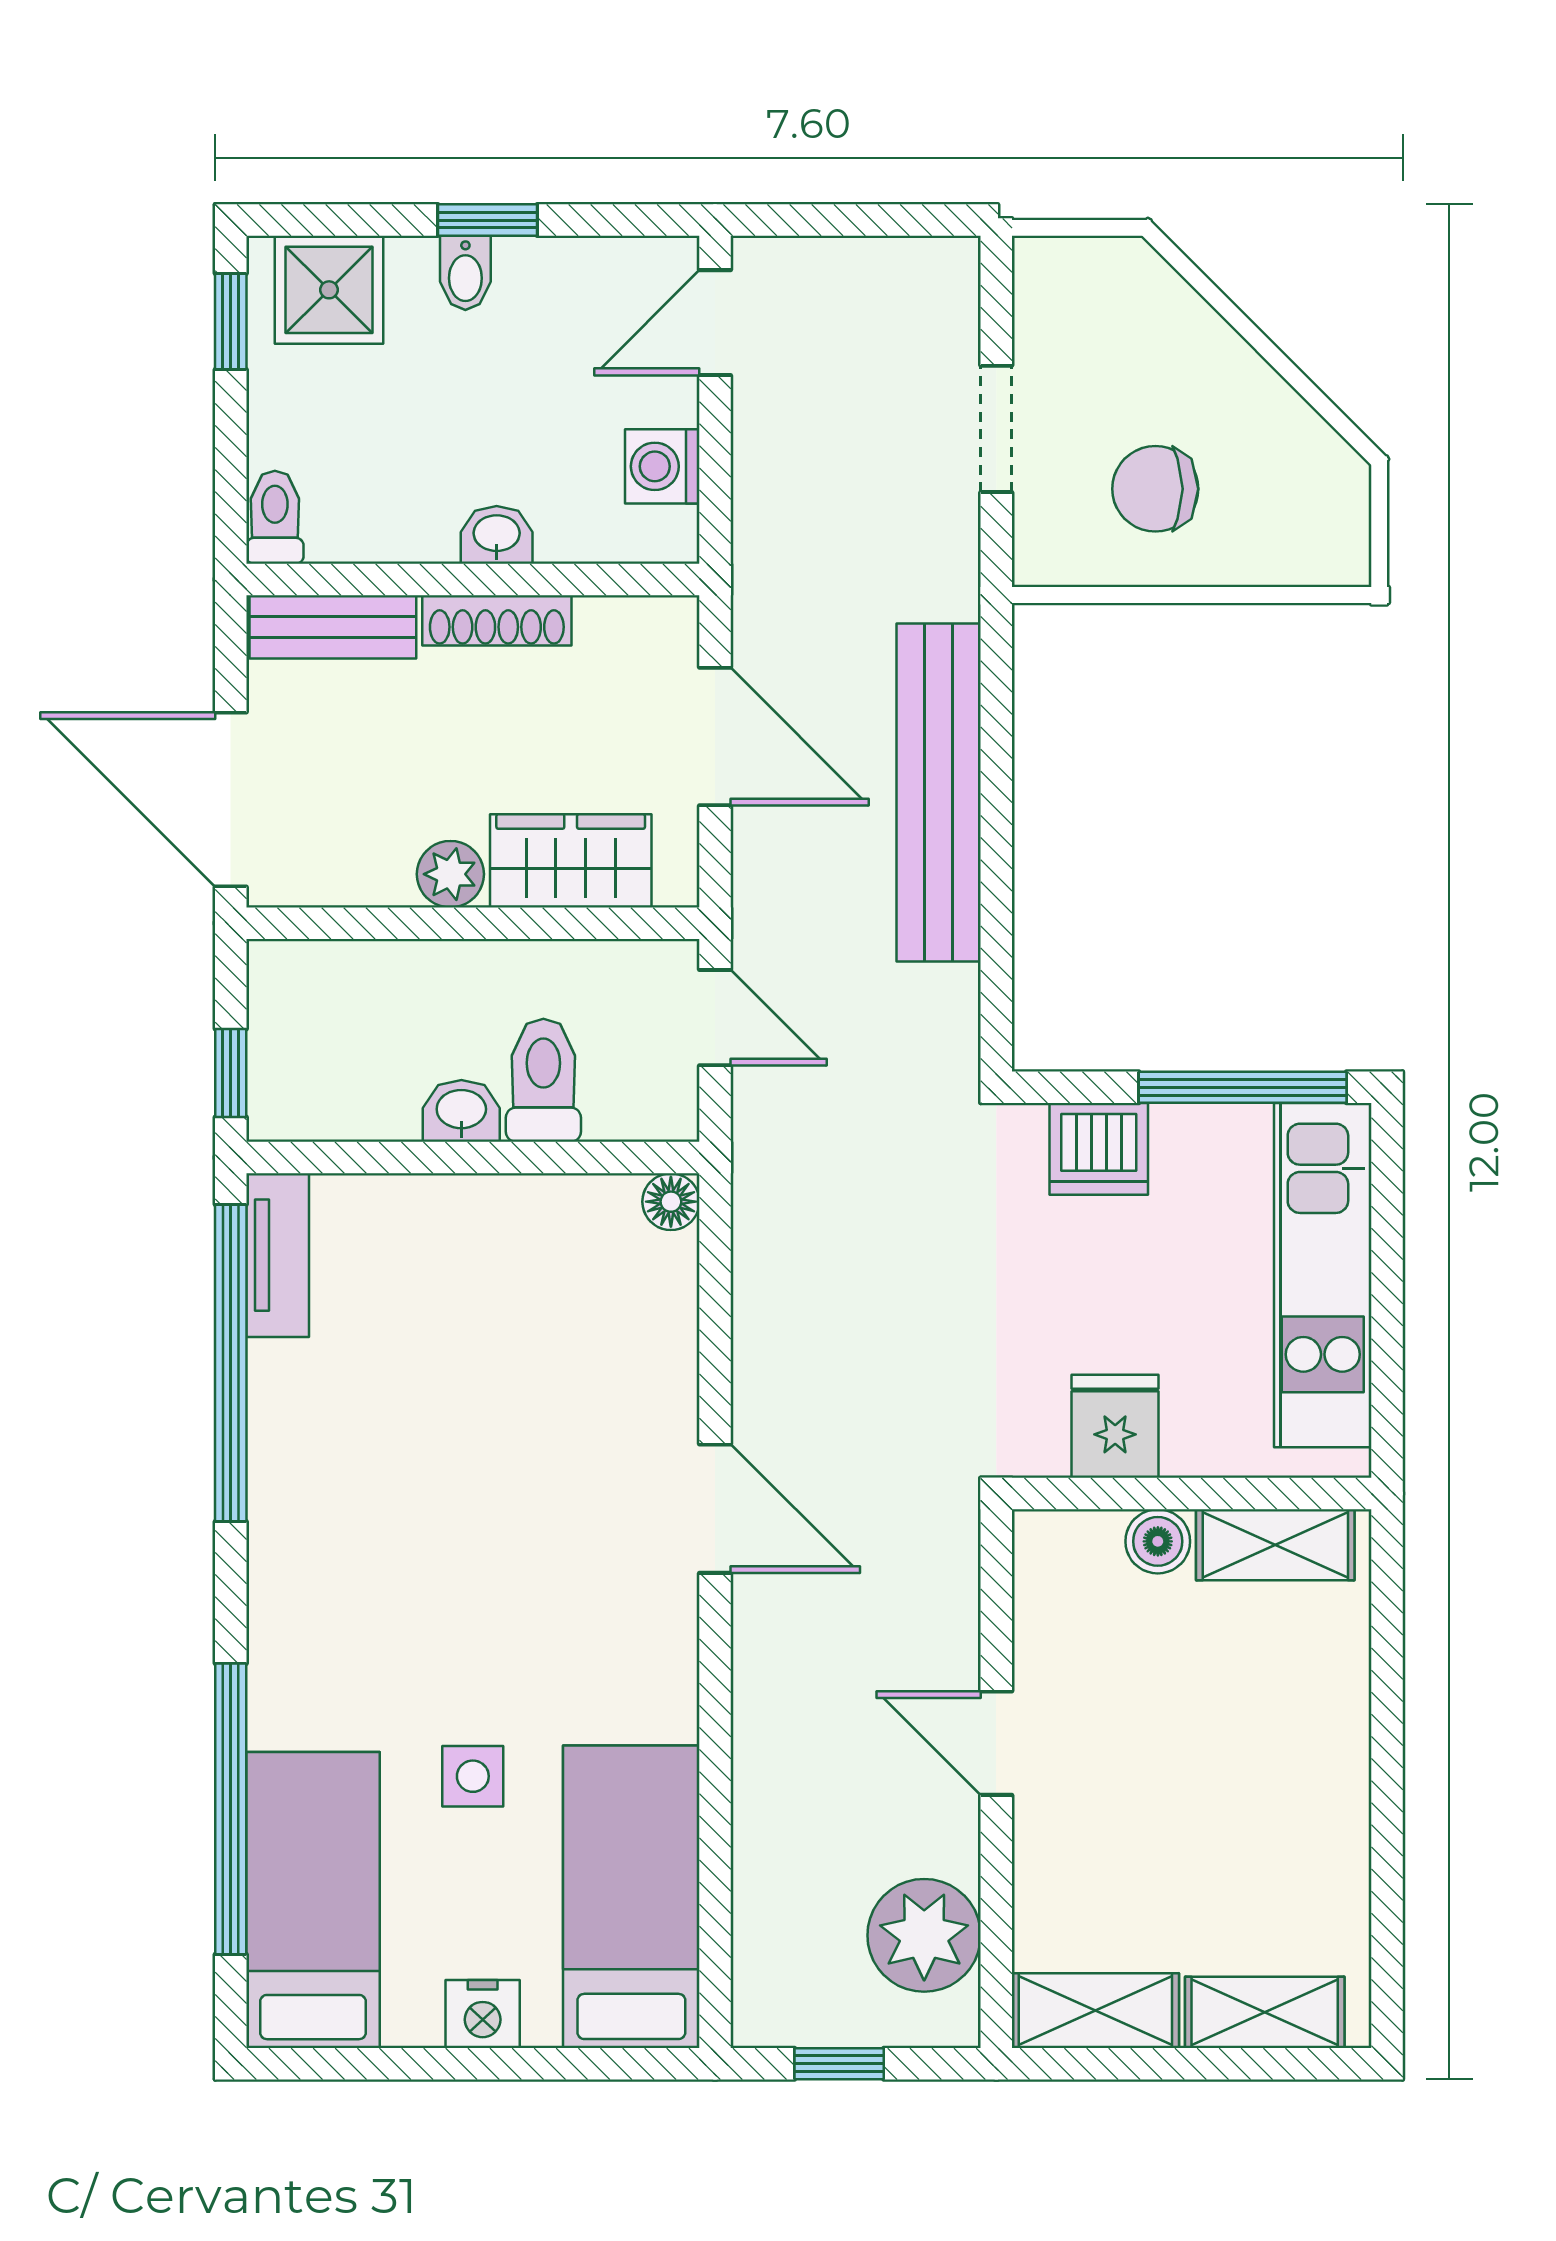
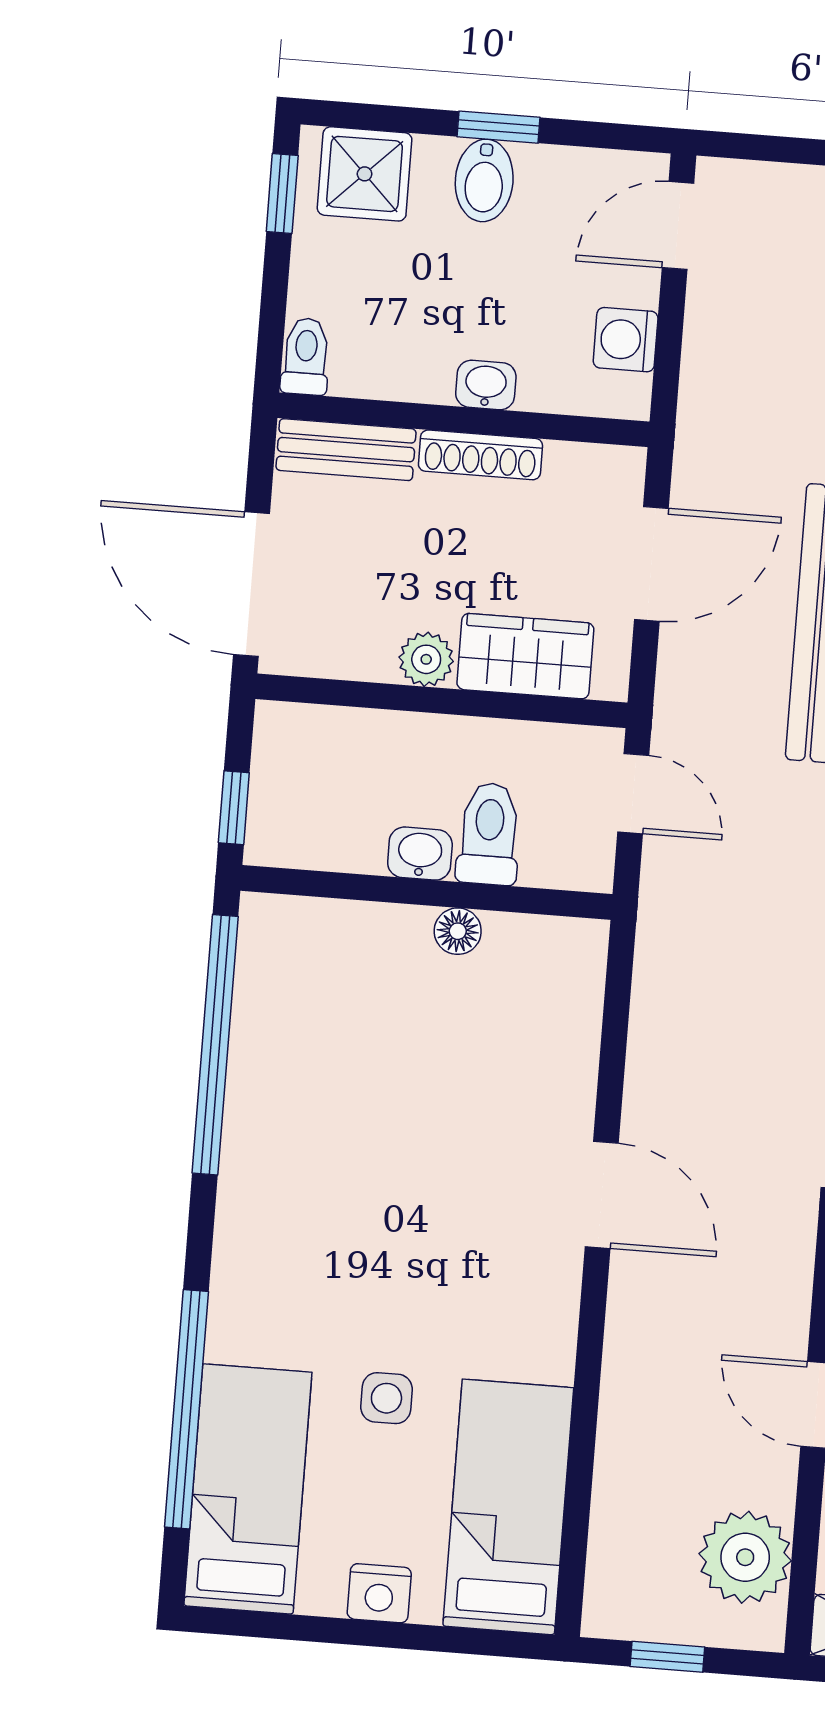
bidet: (465, 273) -> (484, 180), width x1.38, depth x1.36
door: (715, 737) -> (651, 564), hinge flipped
floor lamp: (671, 1202) -> (458, 931), moved
tv unit: (278, 1255) -> (260, 960), removed

